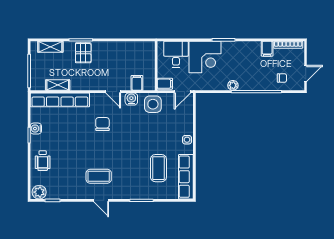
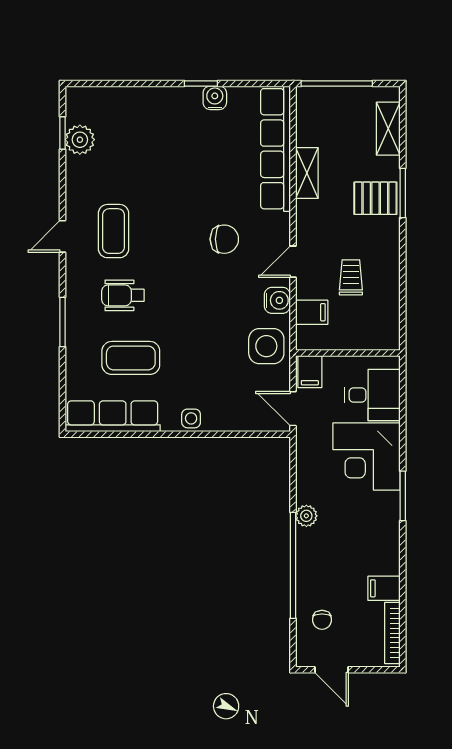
trolley: (120, 64) -> (351, 277), added
shelving: (58, 85) -> (307, 173), moved
wheelchair: (43, 161) -> (123, 295), moved
plant: (39, 192) -> (80, 140), moved

